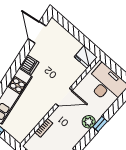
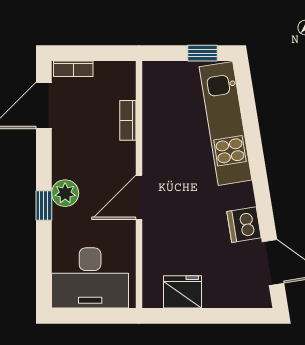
fridge: (86, 57) -> (182, 292), moved
dishwasher: (29, 65) -> (244, 225), moved

